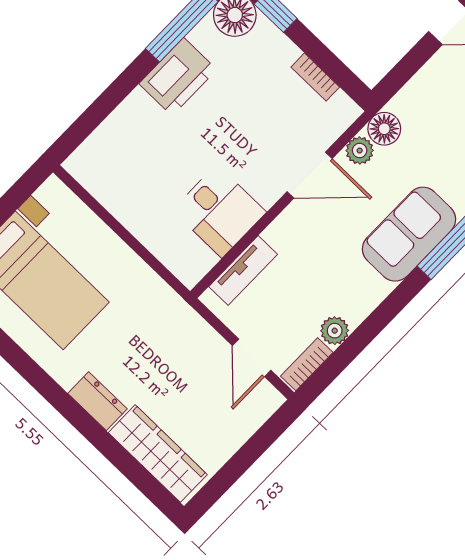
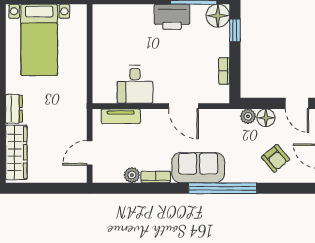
floor lamp: (384, 129) -> (266, 118), moved
plant: (360, 151) -> (248, 116), moved
bookcase: (307, 364) -> (156, 177), moved

